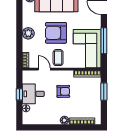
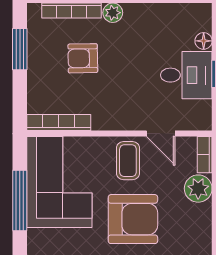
plant: (28, 33) -> (198, 189), moved
armchair: (63, 91) -> (83, 58), moved
window: (104, 92) -> (20, 49), moved

